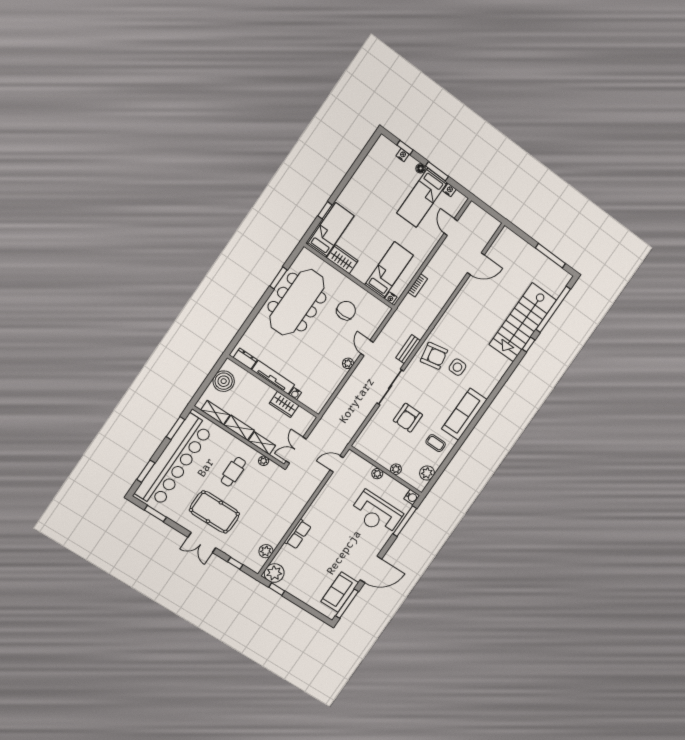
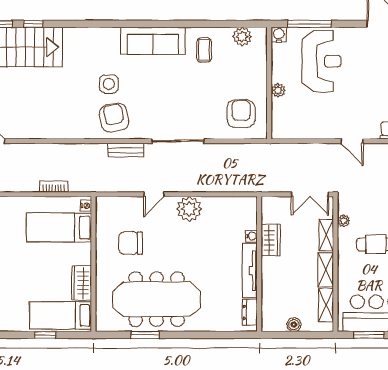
plant: (348, 363) -> (189, 209), width x1.87, depth x1.87
boiler: (224, 381) -> (294, 325), width x0.54, depth x0.54
armchair: (408, 418) -> (241, 114), moved, turned -90
door: (337, 464) -> (352, 141), moved
plant: (396, 469) -> (260, 73), removed

